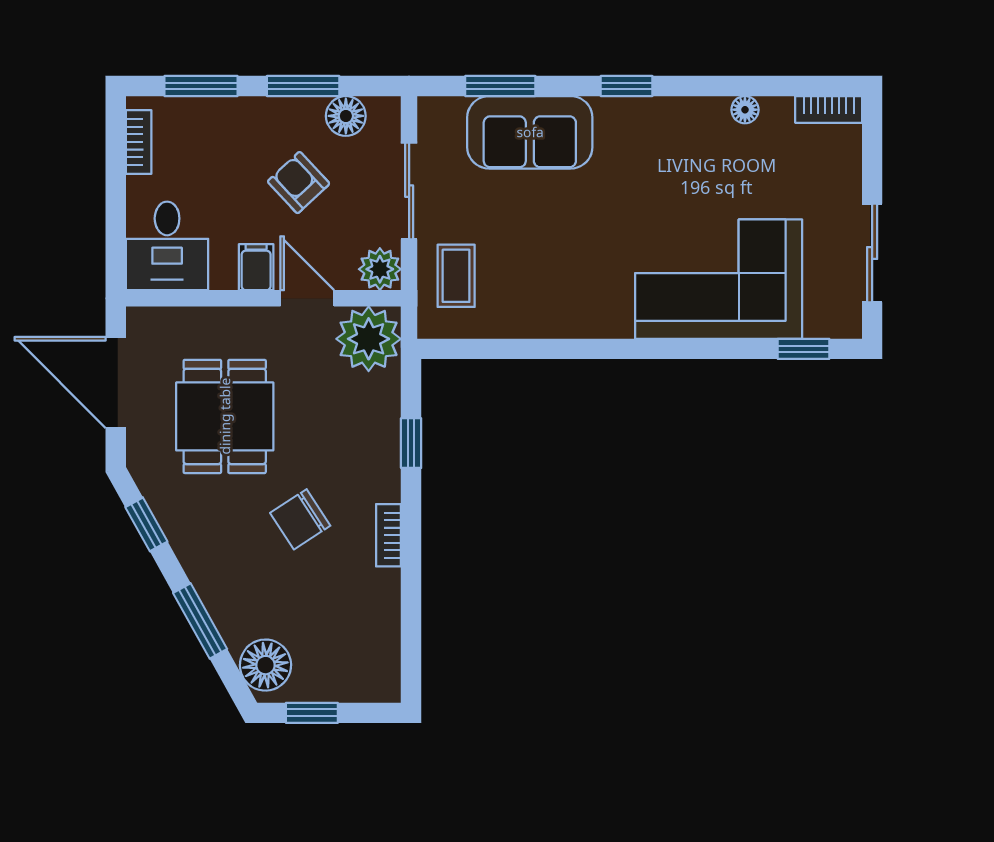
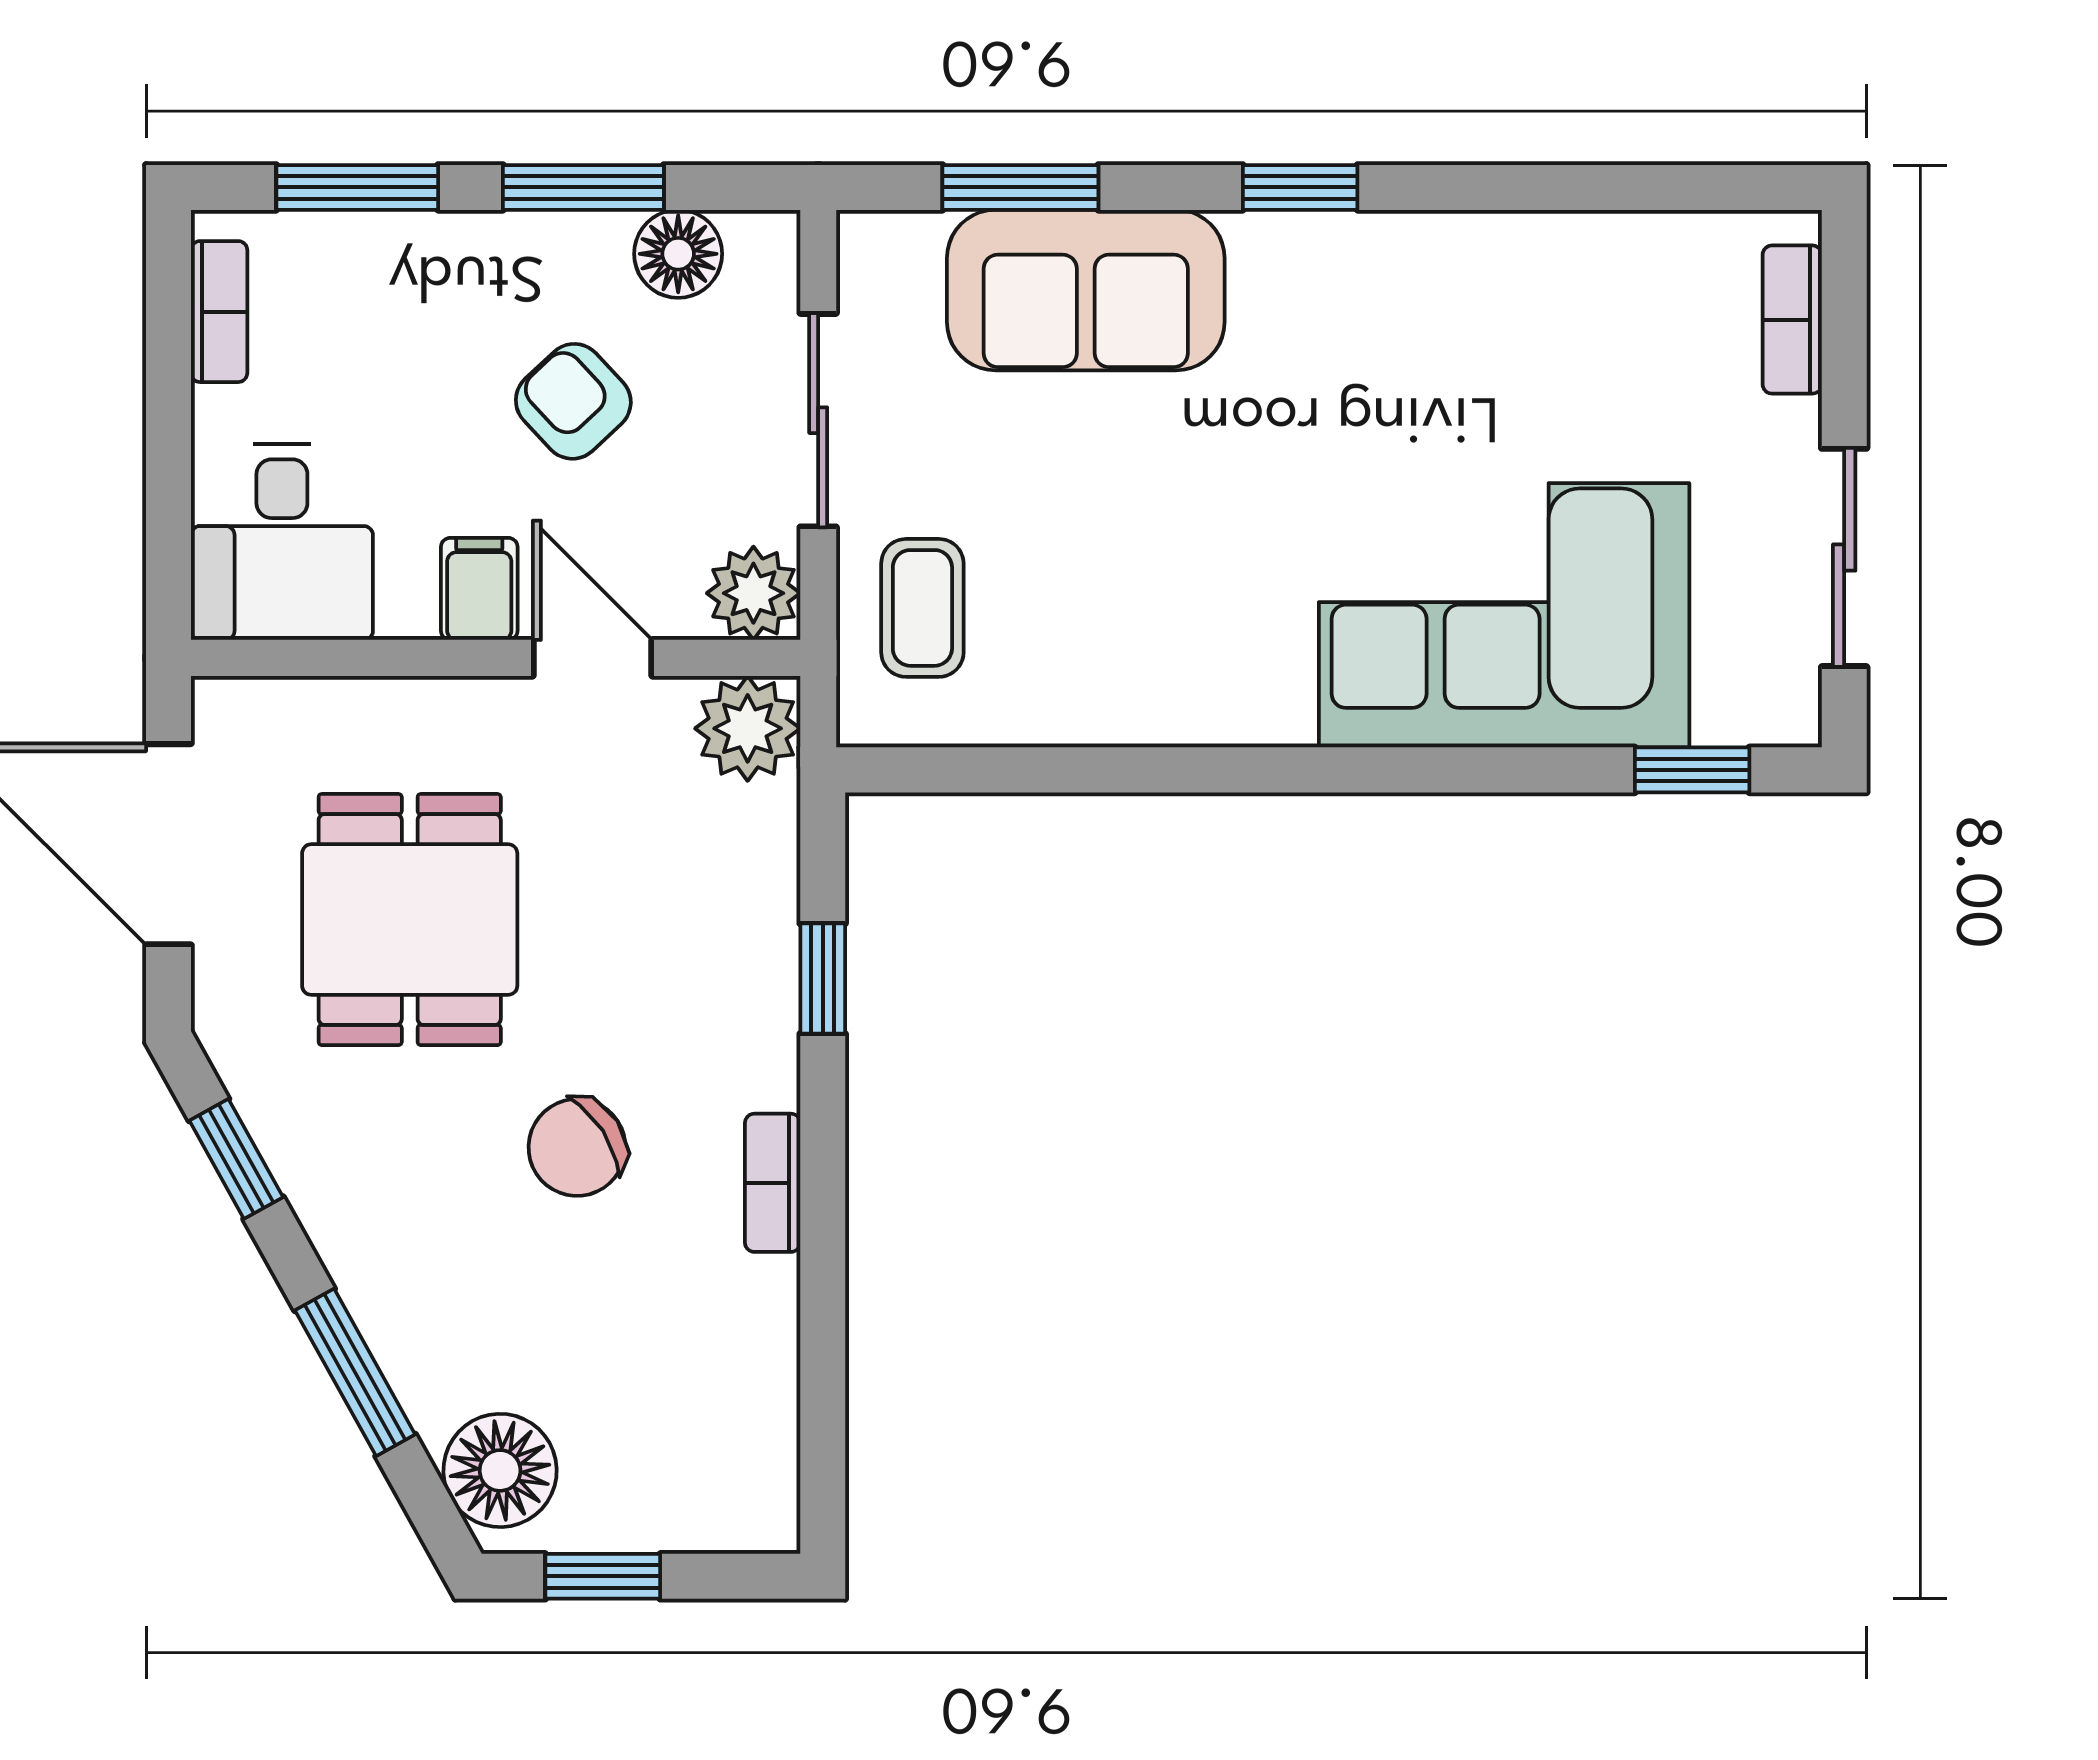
bookcase: (829, 109) -> (1792, 320), moved, turned 90
floor lamp: (745, 110) -> (1562, 240), removed
plant: (369, 339) -> (748, 728), width x0.73, depth x0.73

